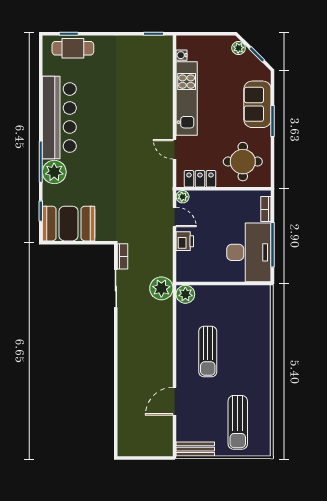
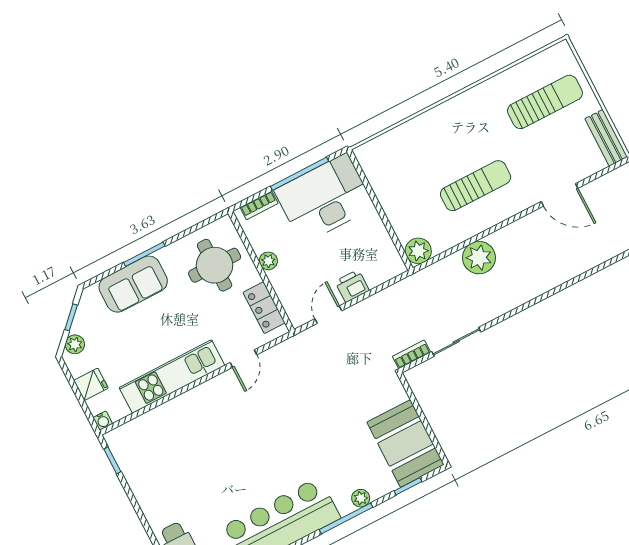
fridge: (208, 45) -> (91, 384), added
water cooler: (182, 55) -> (103, 421), moved
plant: (54, 172) -> (361, 498), width x0.53, depth x0.53
plant: (183, 197) -> (268, 261), moved
plant: (161, 288) -> (479, 258), moved

